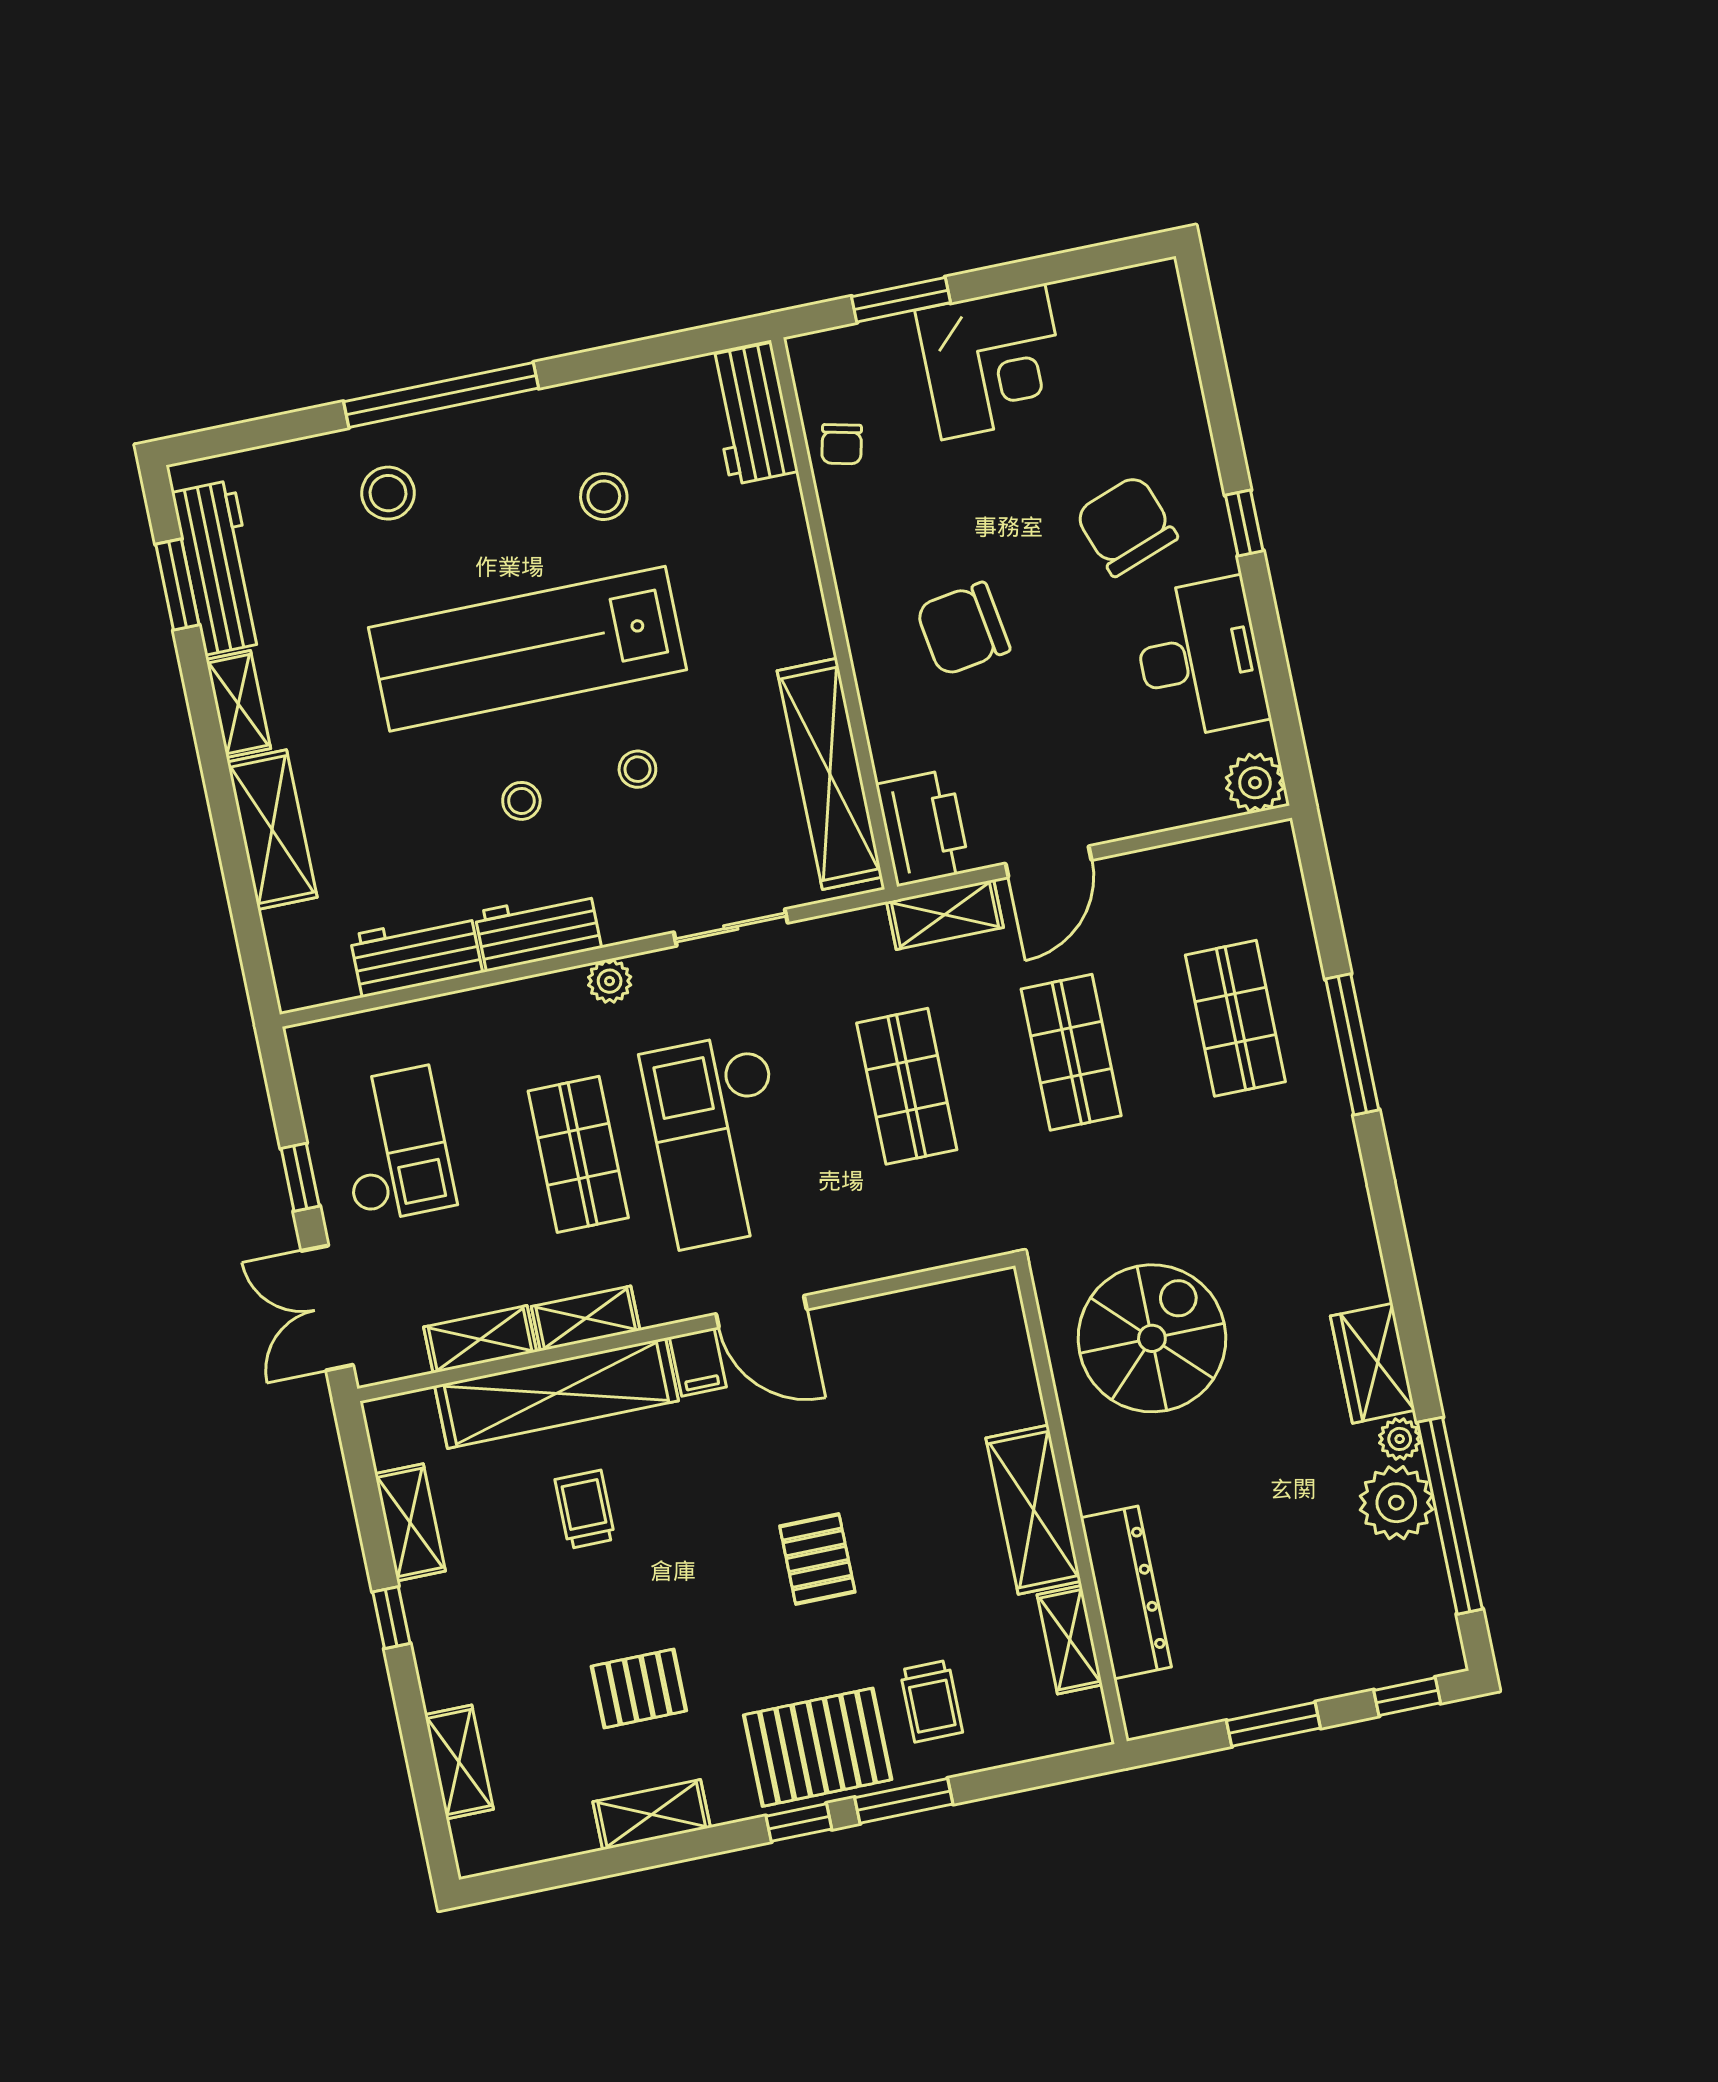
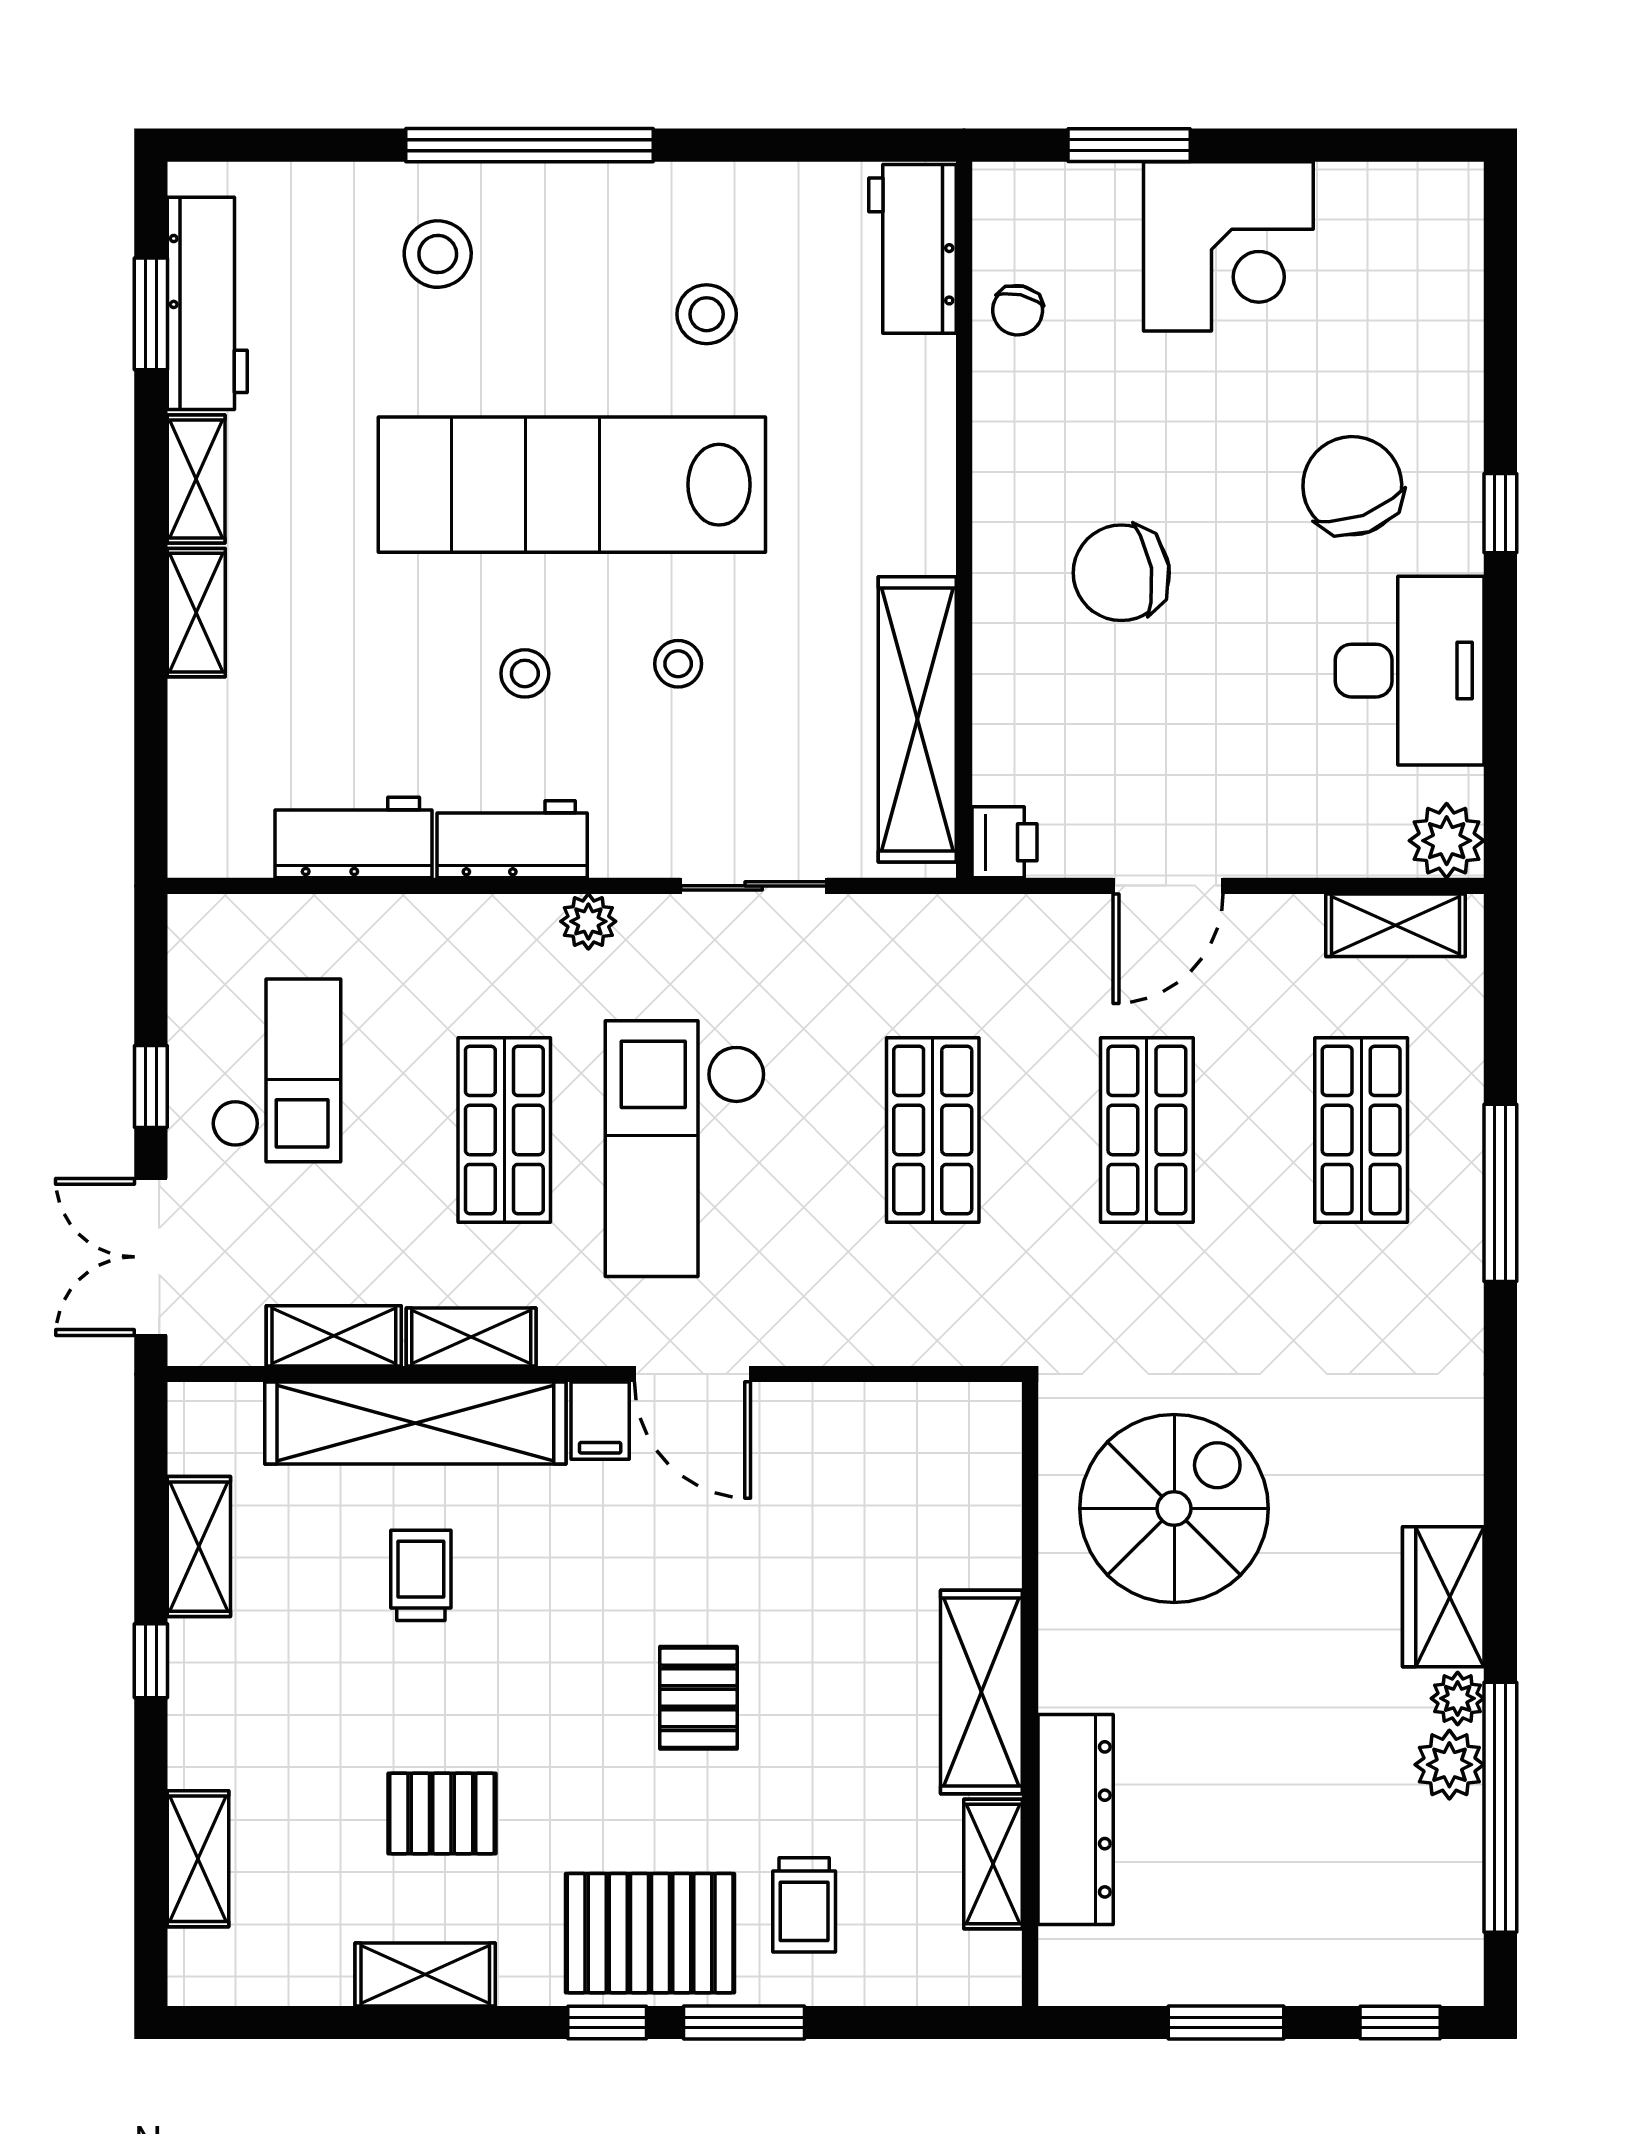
printer: (923, 828) -> (1005, 842), width x0.53, depth x0.68
shelving: (272, 830) -> (196, 613), width x0.67, depth x0.75
shelving: (945, 915) -> (1395, 925), moved
plant: (1396, 1503) -> (1449, 1765), width x0.73, depth x0.73

